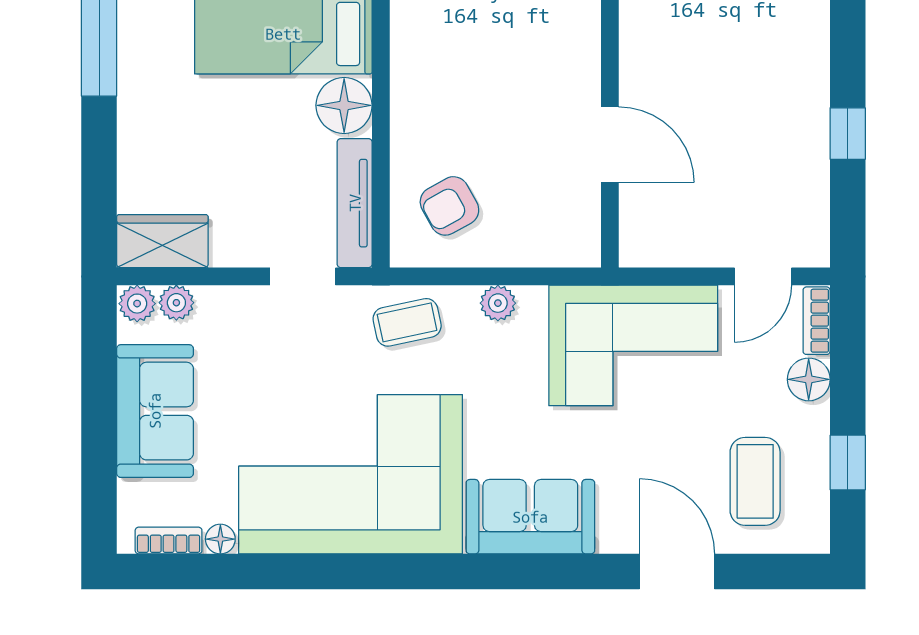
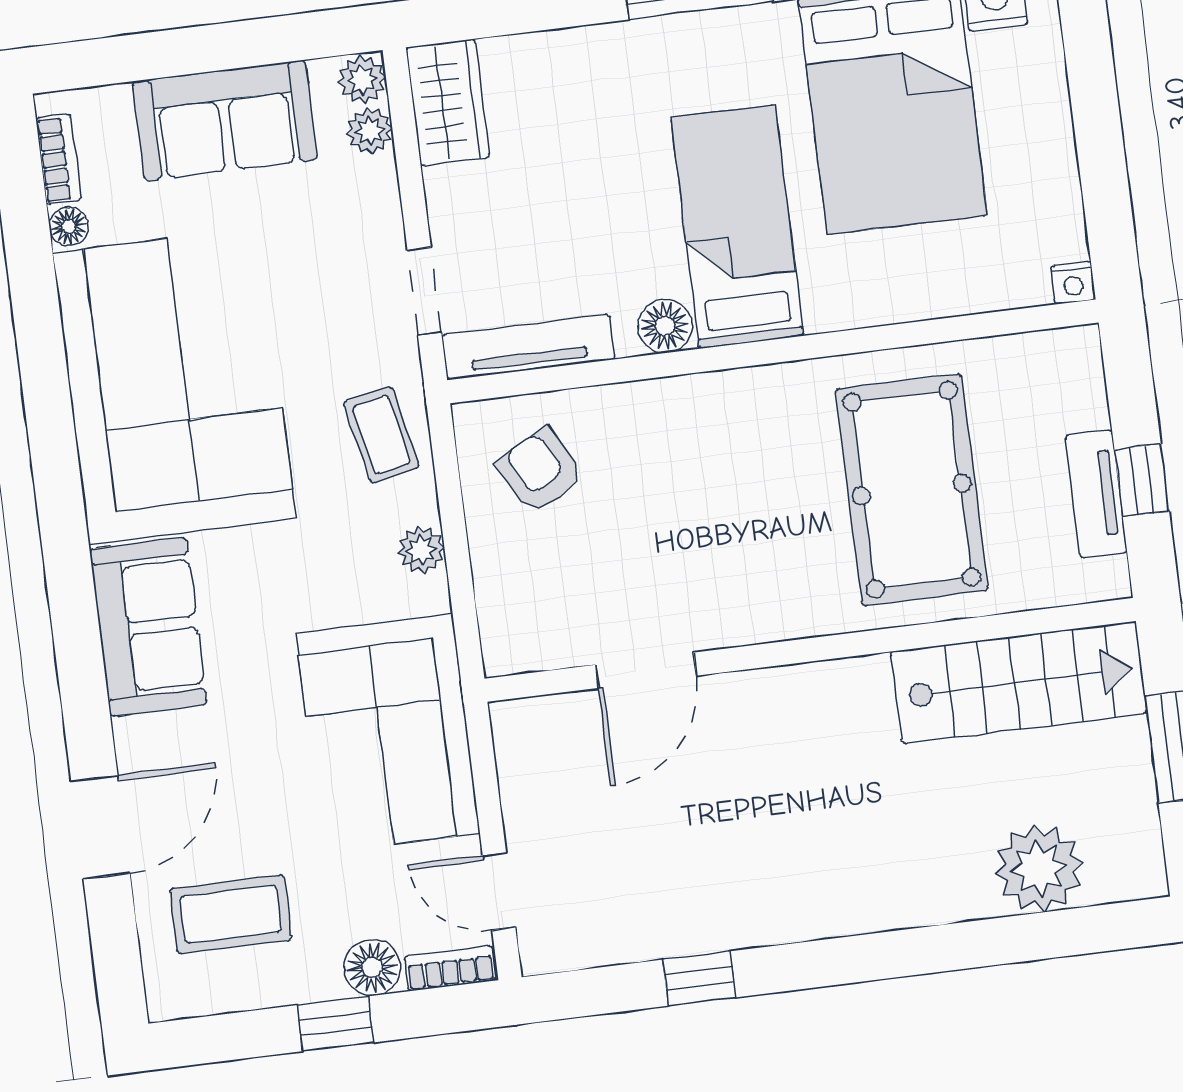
floor lamp: (344, 105) -> (665, 326), width x0.73, depth x0.73
window: (848, 463) -> (335, 1024), moved

